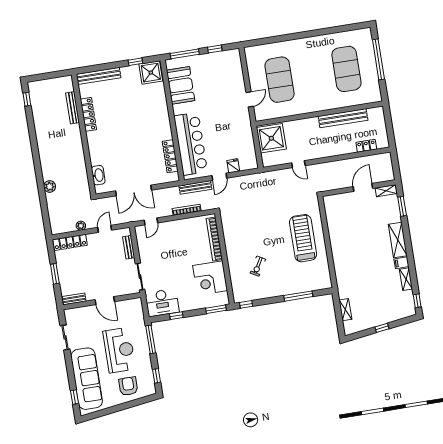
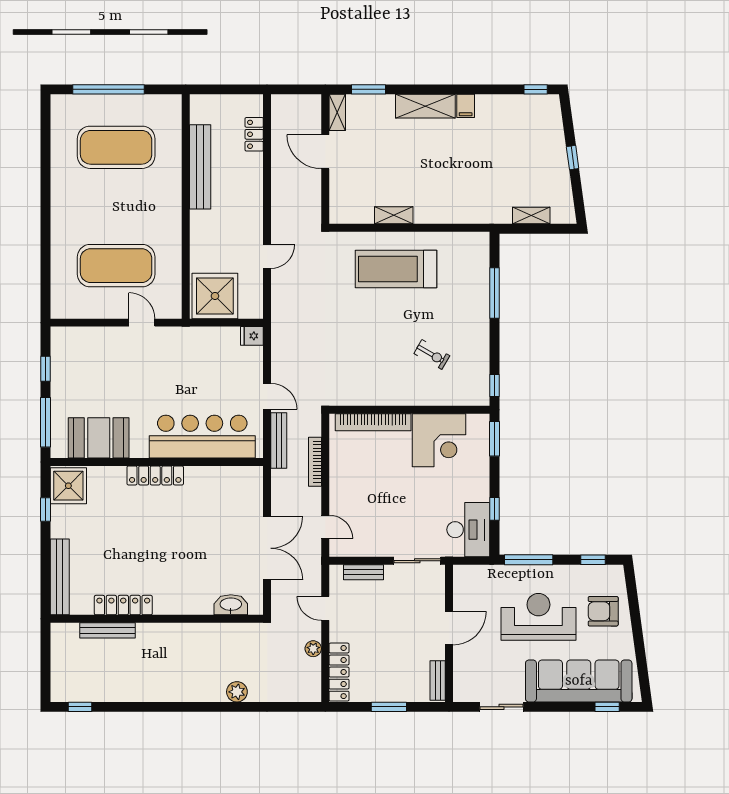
locker: (170, 156) -> (155, 475), moved
fridge: (233, 166) -> (252, 336), moved
shelving: (406, 279) -> (394, 215), moved

